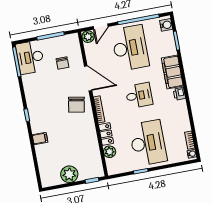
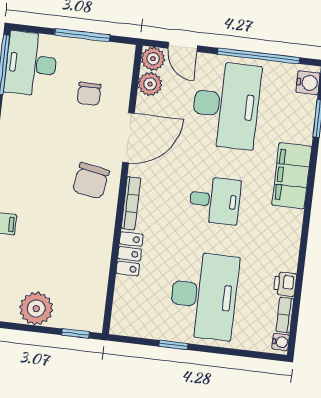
door: (101, 27) -> (183, 47), hinge flipped
door: (88, 78) -> (128, 138), hinge flipped
printer: (179, 94) -> (285, 284), moved
plant: (110, 152) -> (150, 84), moved

